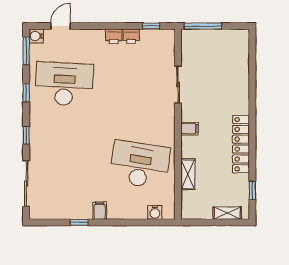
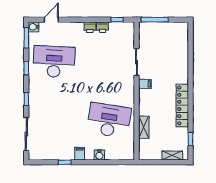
filing cabinet: (189, 129) -> (145, 84), moved
water cooler: (155, 212) -> (99, 155), moved

